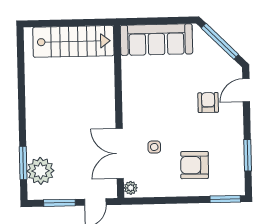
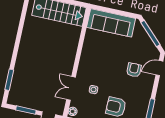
double door: (120, 153) -> (71, 88), width x0.73
plant: (41, 171) -> (19, 87), removed

